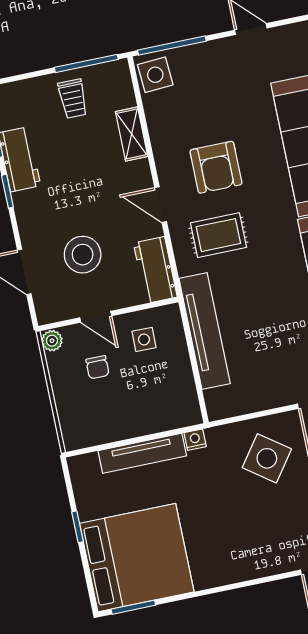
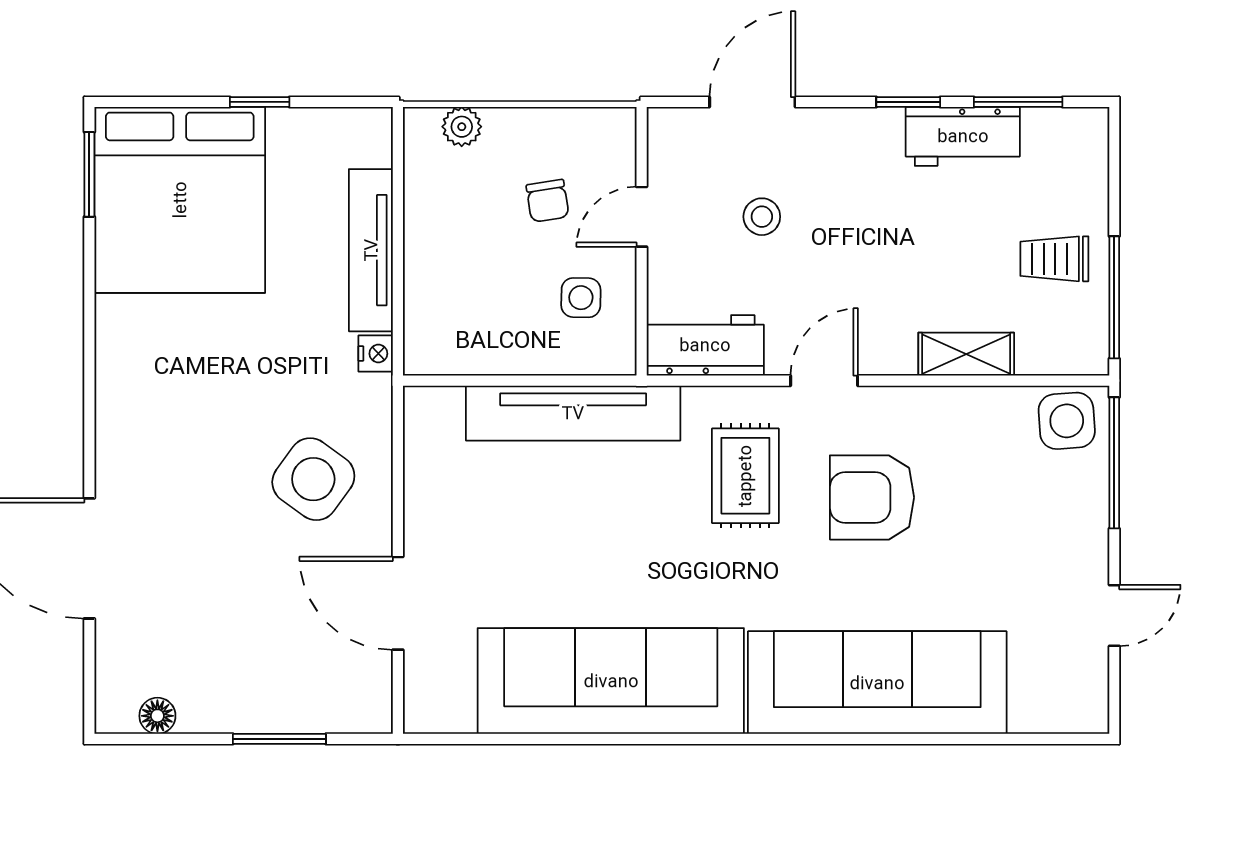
stool: (83, 255) -> (762, 217), width x0.53, depth x0.53
plant: (52, 341) -> (462, 127), moved
chair: (97, 367) -> (548, 201), turned -99

